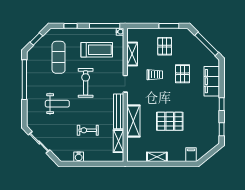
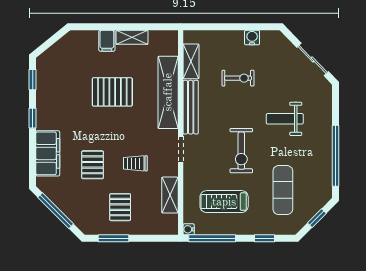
shelving: (133, 121) -> (168, 92), width x1.47
filing cabinet: (191, 155) -> (107, 41), moved

